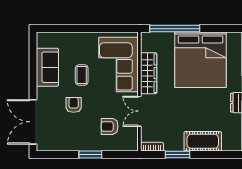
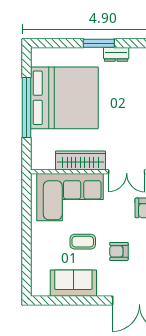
window: (175, 29) -> (27, 108), moved

